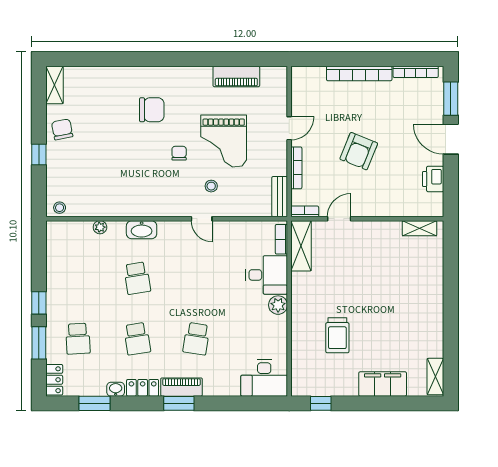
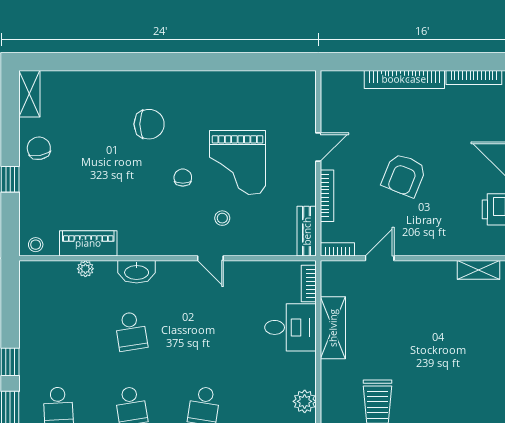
piano: (236, 76) -> (88, 243), moved, turned 180
shelving: (301, 246) -> (333, 328), moved
plant: (278, 305) -> (305, 401), moved

